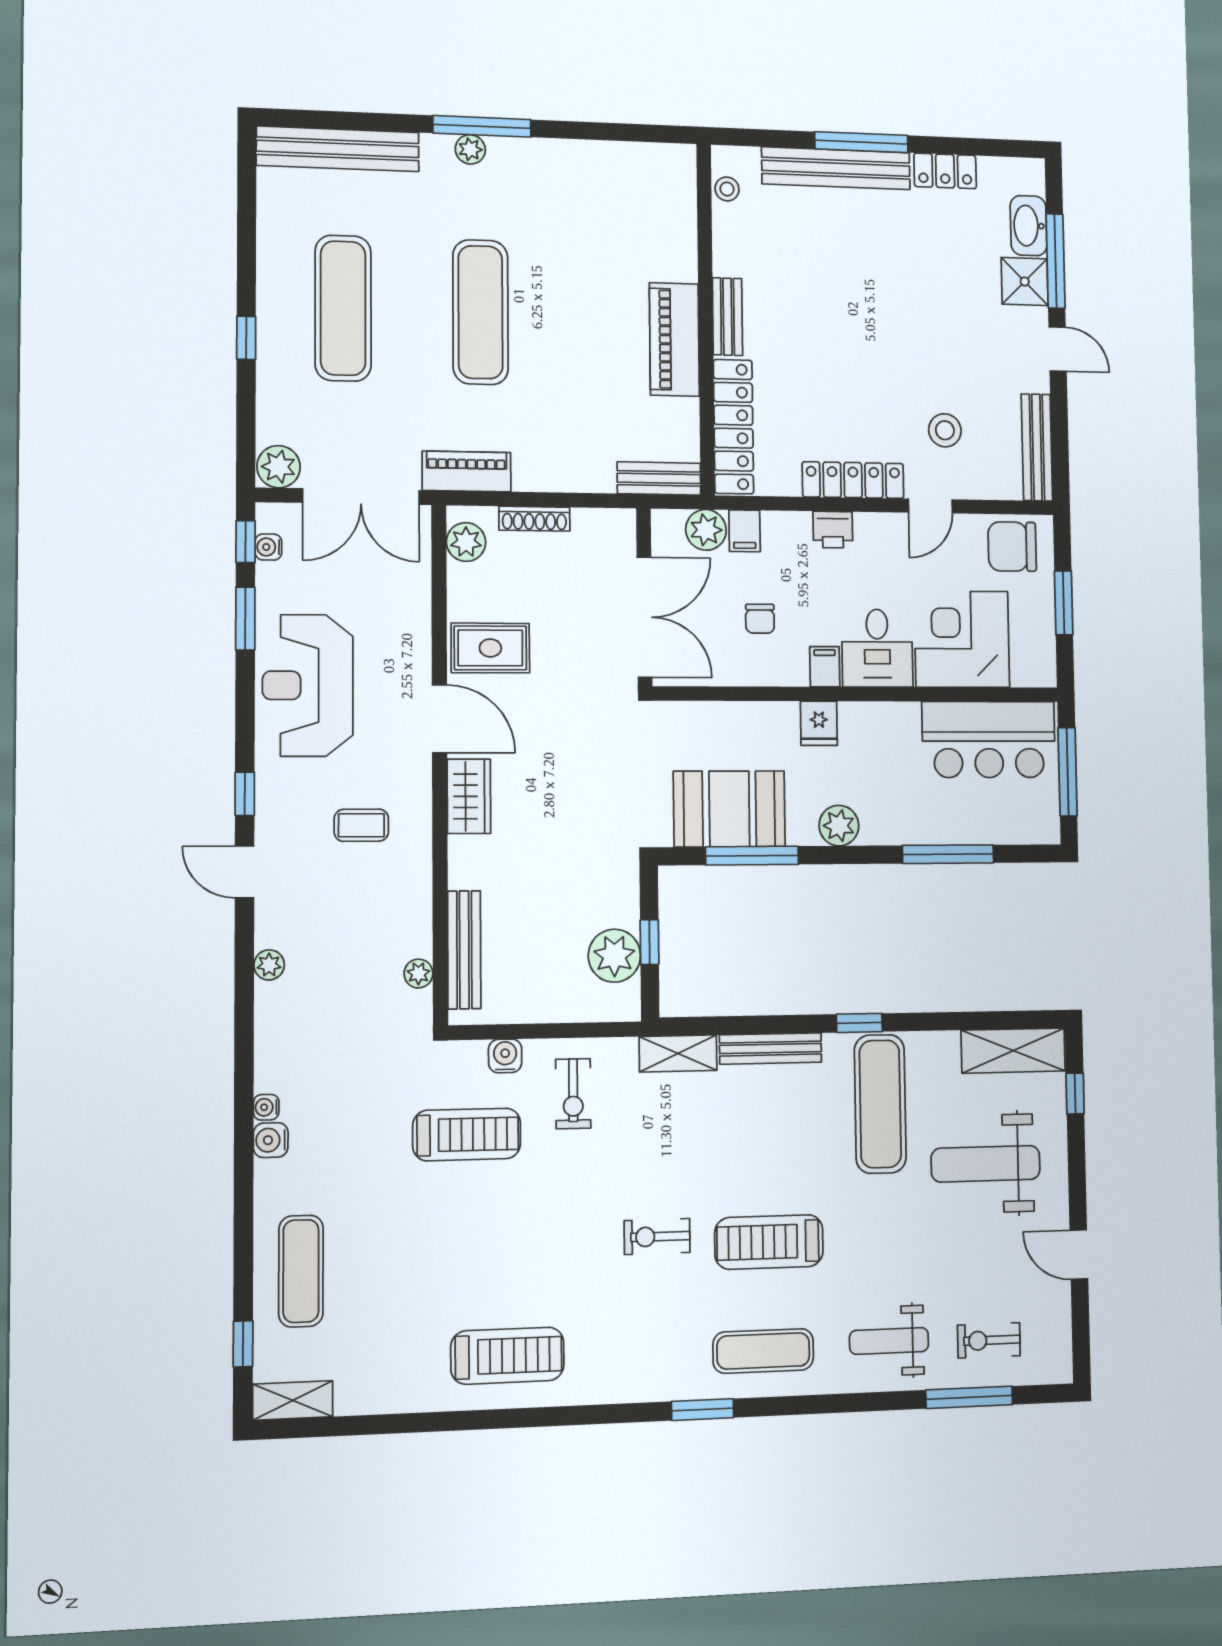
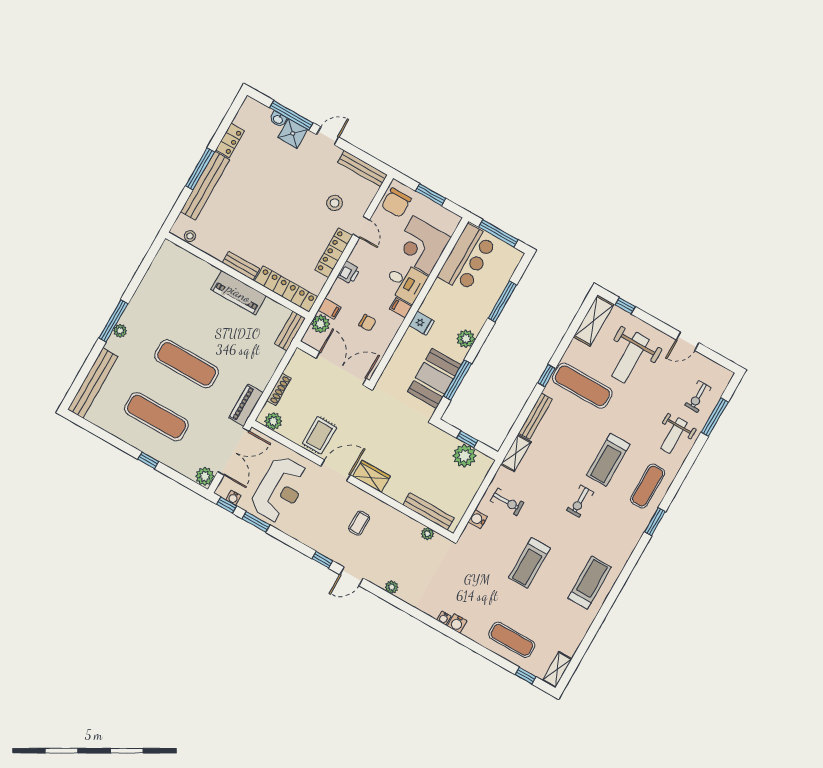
washbasin: (1028, 226) -> (278, 119), width x0.52, depth x0.69
reception desk: (308, 685) -> (280, 489), moved, turned -90
treadmill: (467, 1134) -> (529, 563), moved, turned 180

